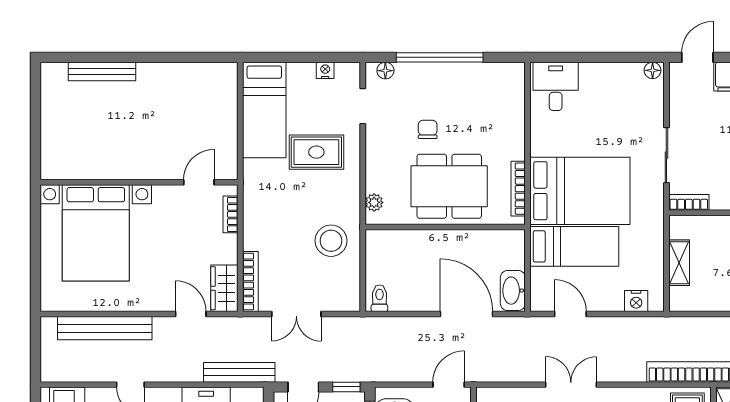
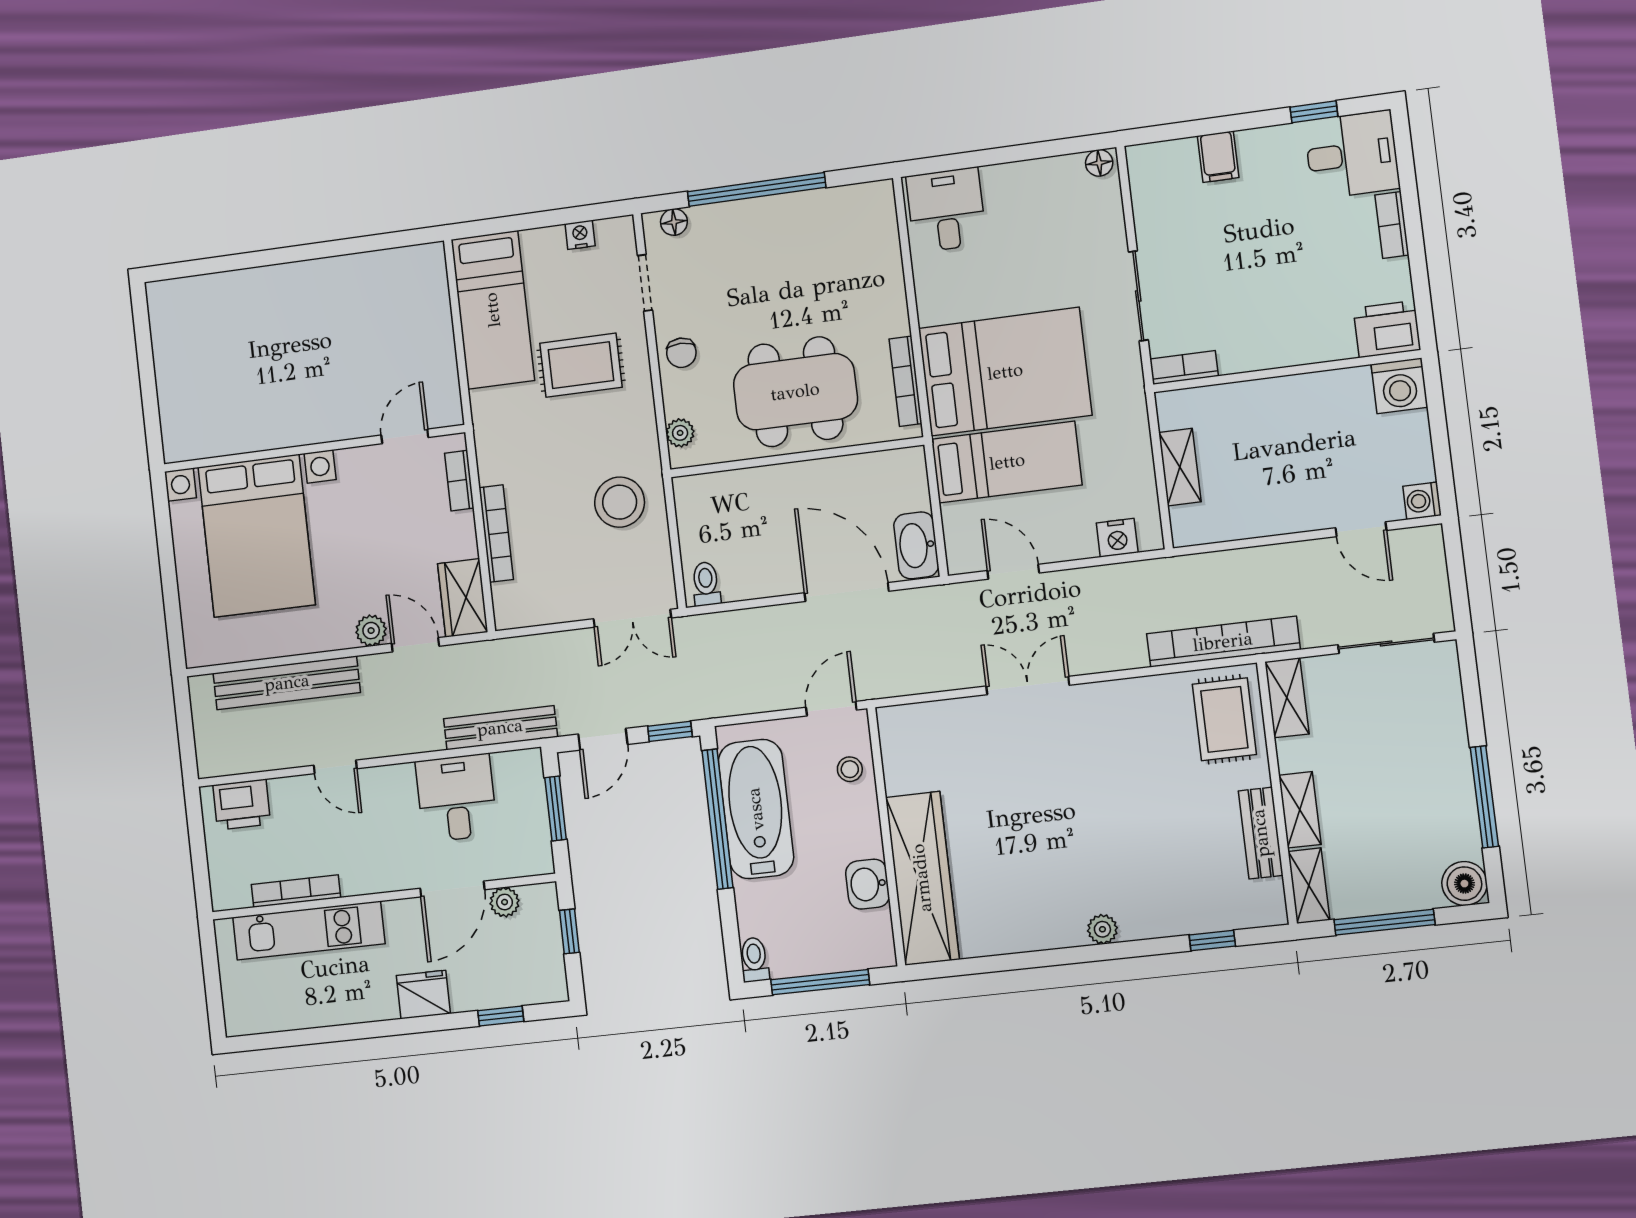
door: (697, 57) -> (1170, 132), removed
bench: (102, 72) -> (239, 284), removed
chair: (428, 129) -> (681, 353), moved, turned 180
bookcase: (250, 282) -> (496, 534), moved
plant: (163, 302) -> (371, 631), added
double door: (296, 314) -> (632, 618), moved

